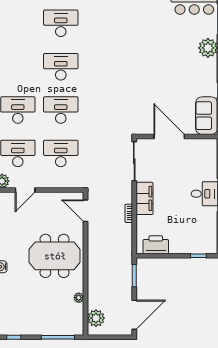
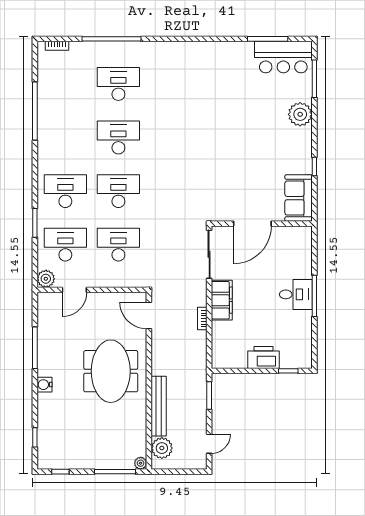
door: (169, 136) -> (252, 224), swing flipped
printer: (156, 245) -> (263, 357), moved
meeting table: (55, 256) -> (111, 371), turned 90
bench: (93, 284) -> (159, 406), added
plant: (79, 298) -> (141, 463), moved
door: (134, 315) -> (209, 444), width x0.53

